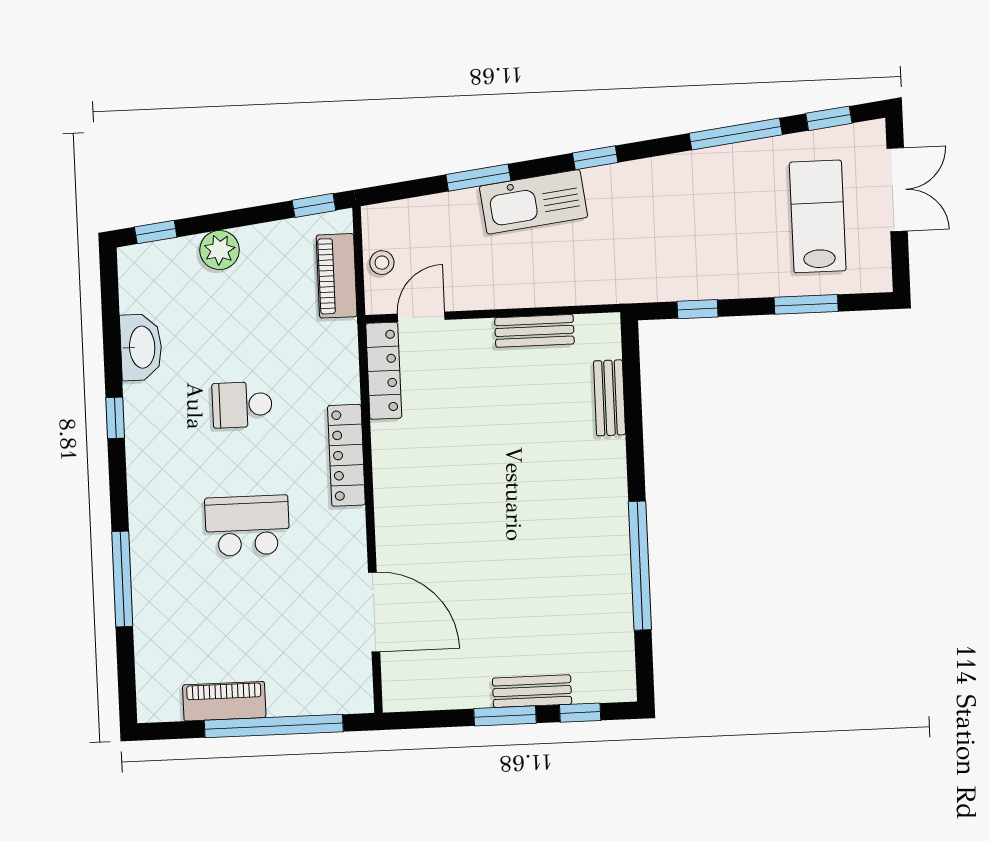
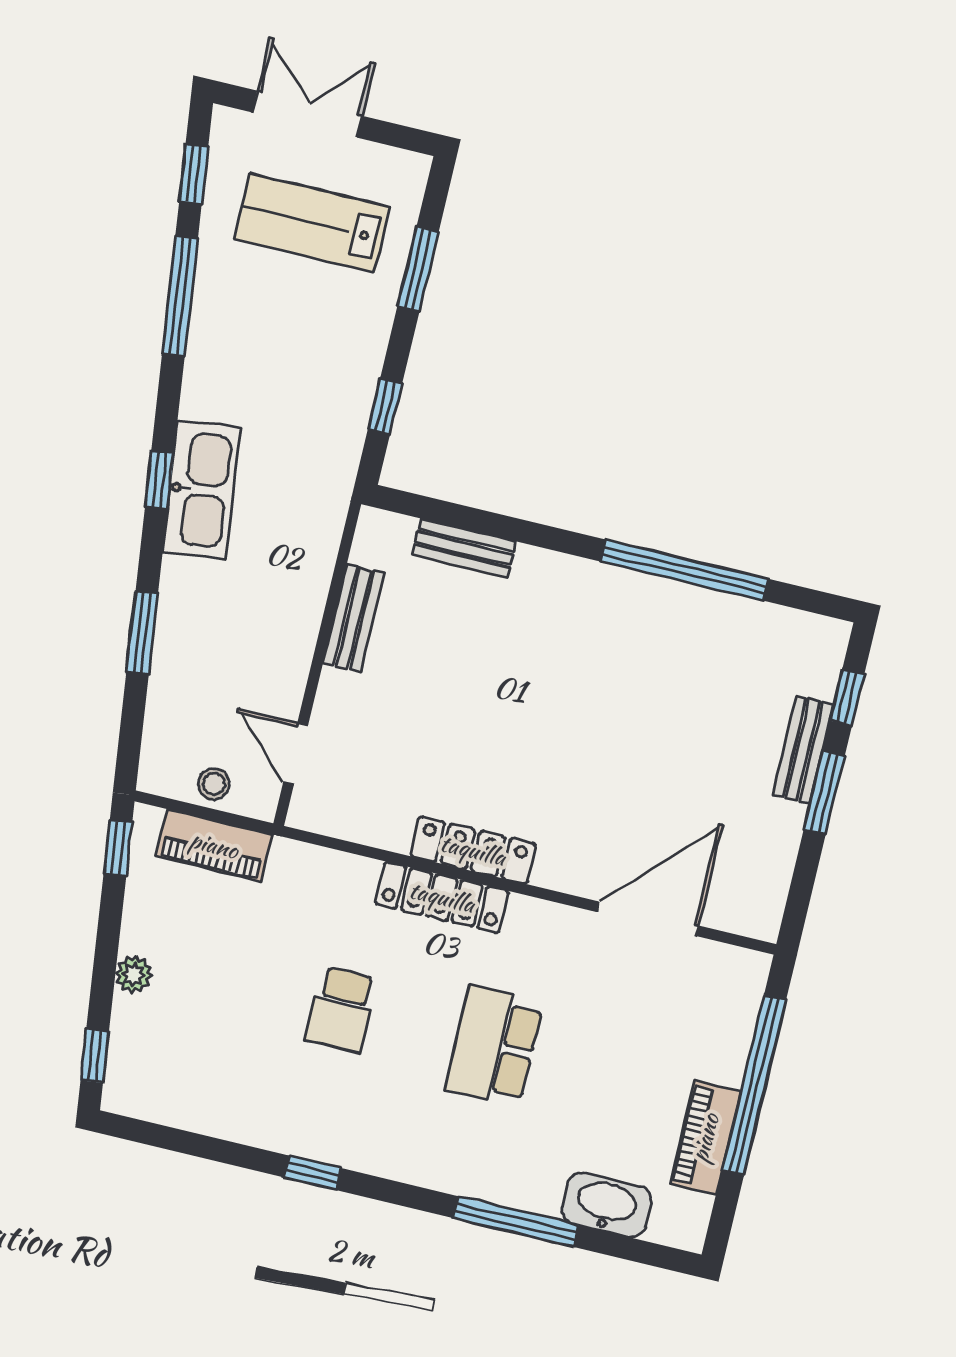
kitchen sink: (533, 202) -> (202, 490), moved
plant: (220, 250) -> (134, 975), width x0.73, depth x0.73
washbasin: (141, 347) -> (607, 1205), moved
locker: (384, 371) -> (473, 850), moved

